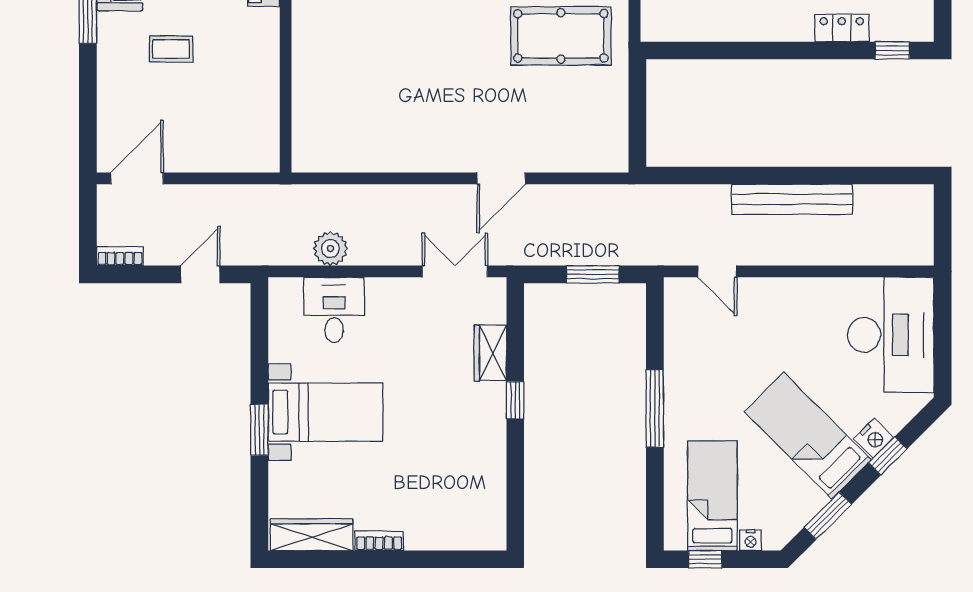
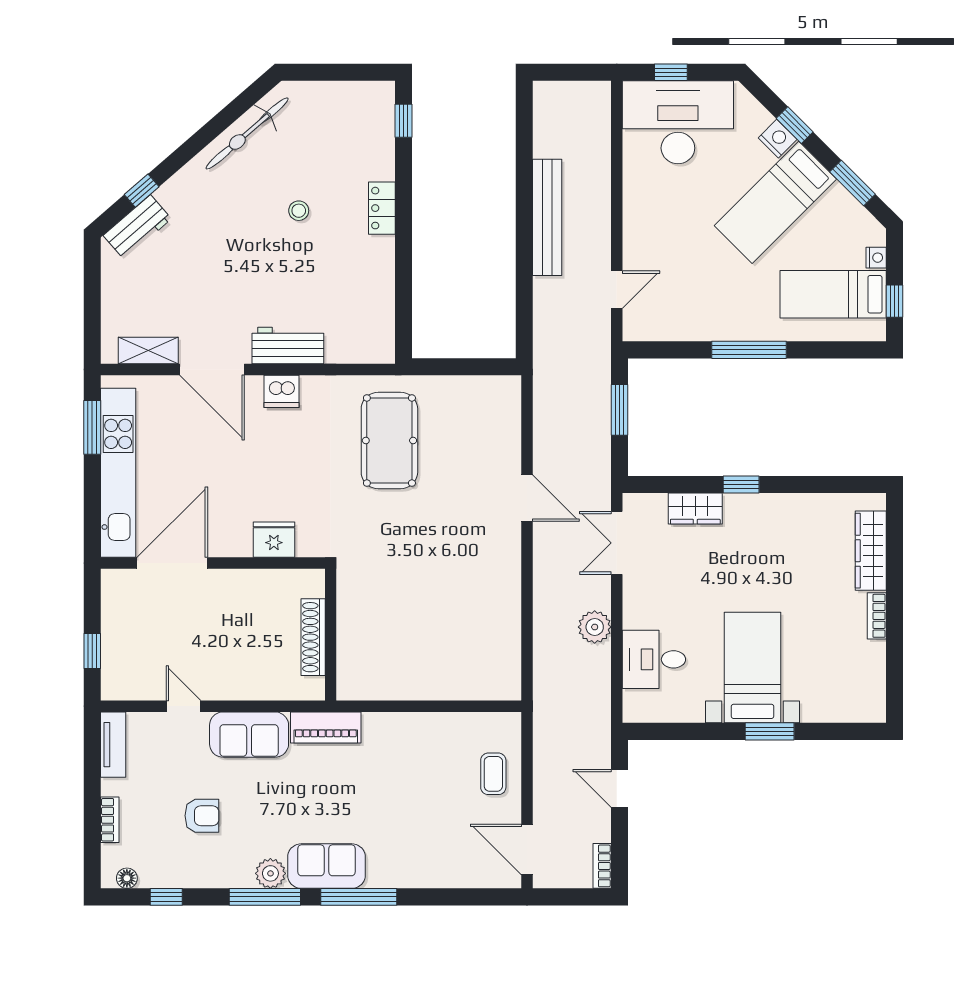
locker: (842, 28) -> (382, 208), moved
coffee table: (171, 49) -> (493, 774), moved
plant: (330, 249) -> (595, 627), moved
window: (943, 327) -> (671, 72), added
wardrobe: (312, 535) -> (871, 551), moved

